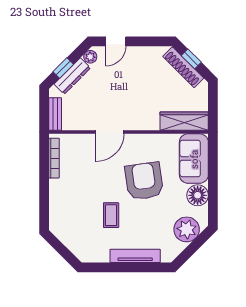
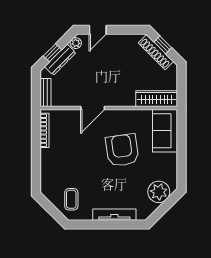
floor lamp: (198, 195) -> (168, 162), removed
coffee table: (111, 215) -> (71, 199), moved

